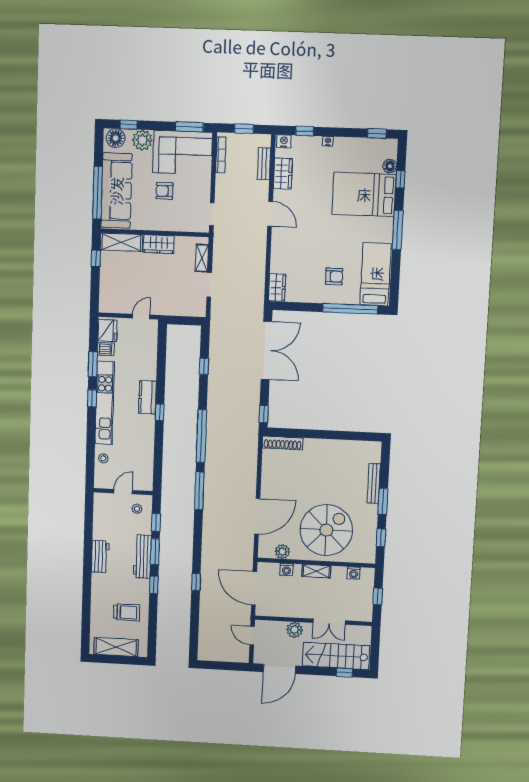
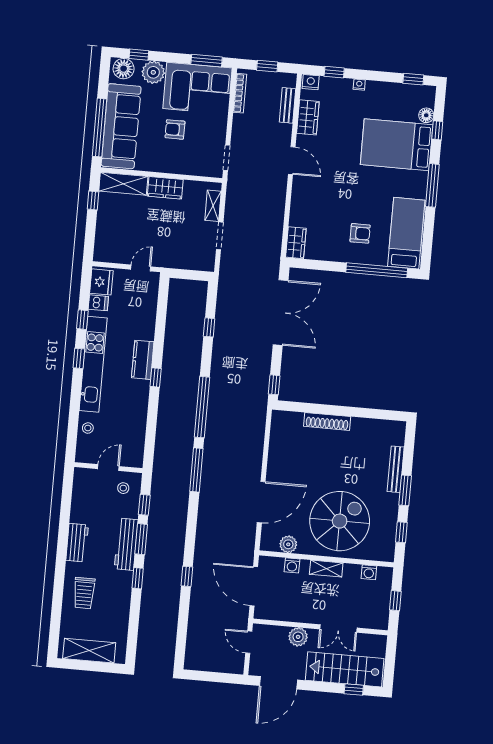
window: (93, 364) -> (82, 320), width x0.67
shoe rack: (283, 443) -> (327, 421), moved
trolley: (127, 612) -> (84, 593), moved, turned 90

